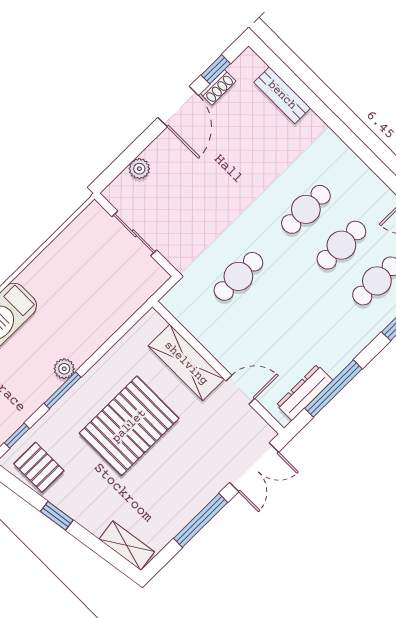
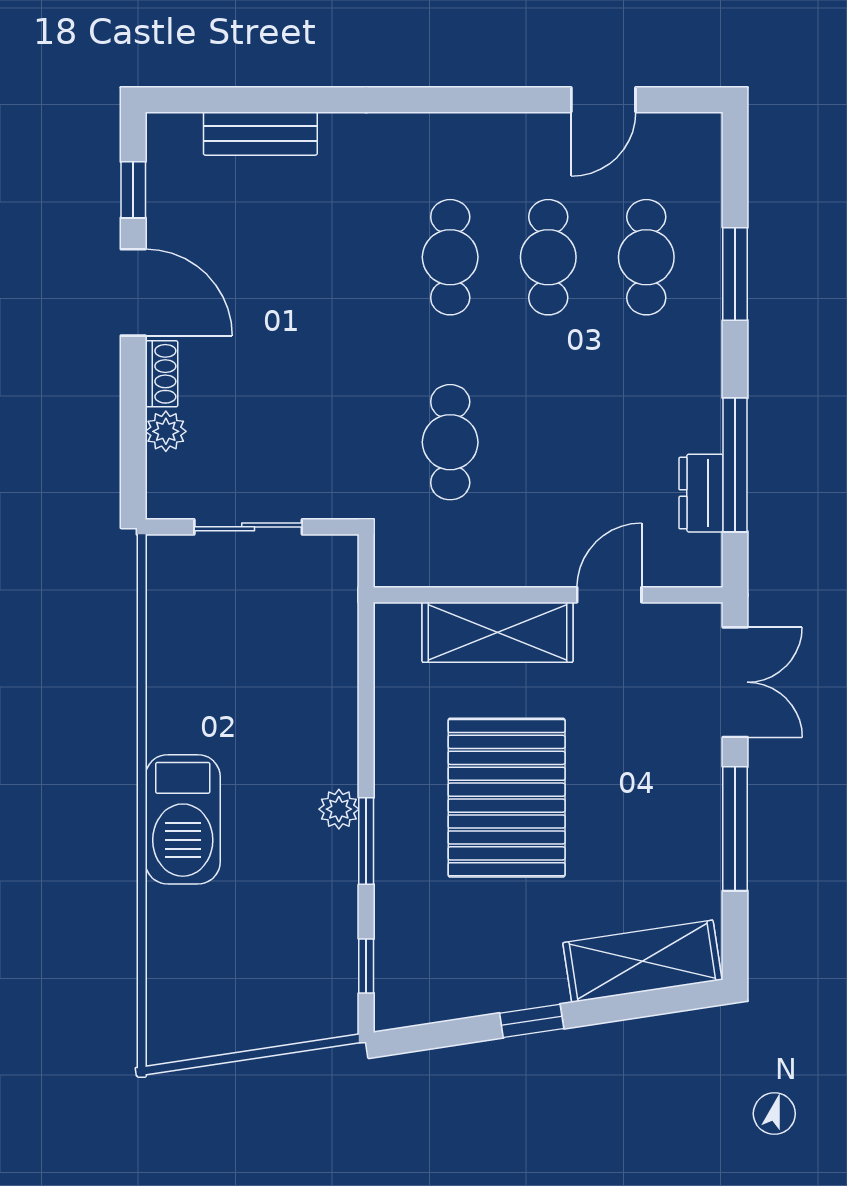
shoe rack: (218, 87) -> (161, 374), moved
dresser: (305, 393) -> (701, 493), width x0.70
pallet: (39, 467) -> (440, 979), removed
shelving: (127, 545) -> (642, 961), width x1.50, depth x1.33

